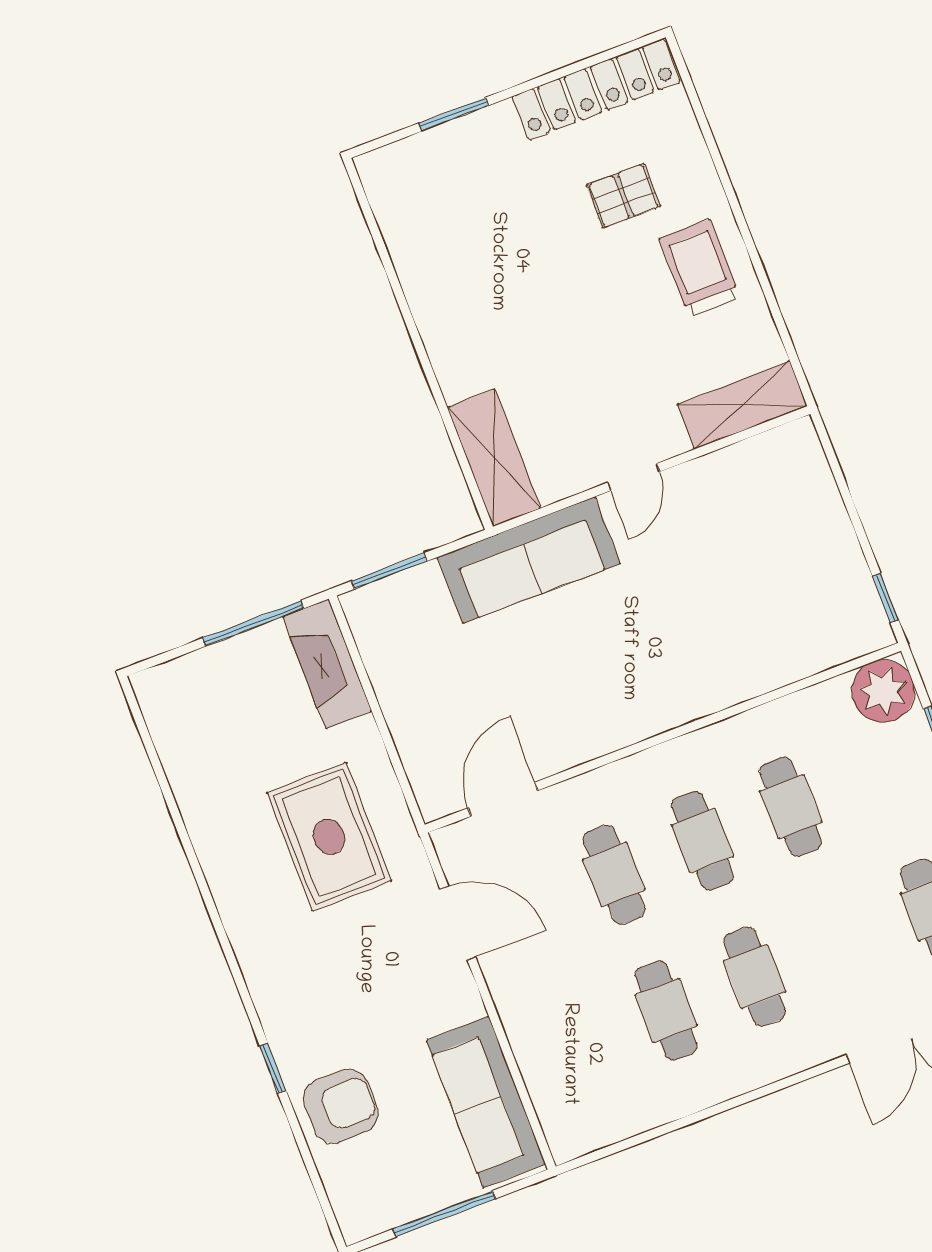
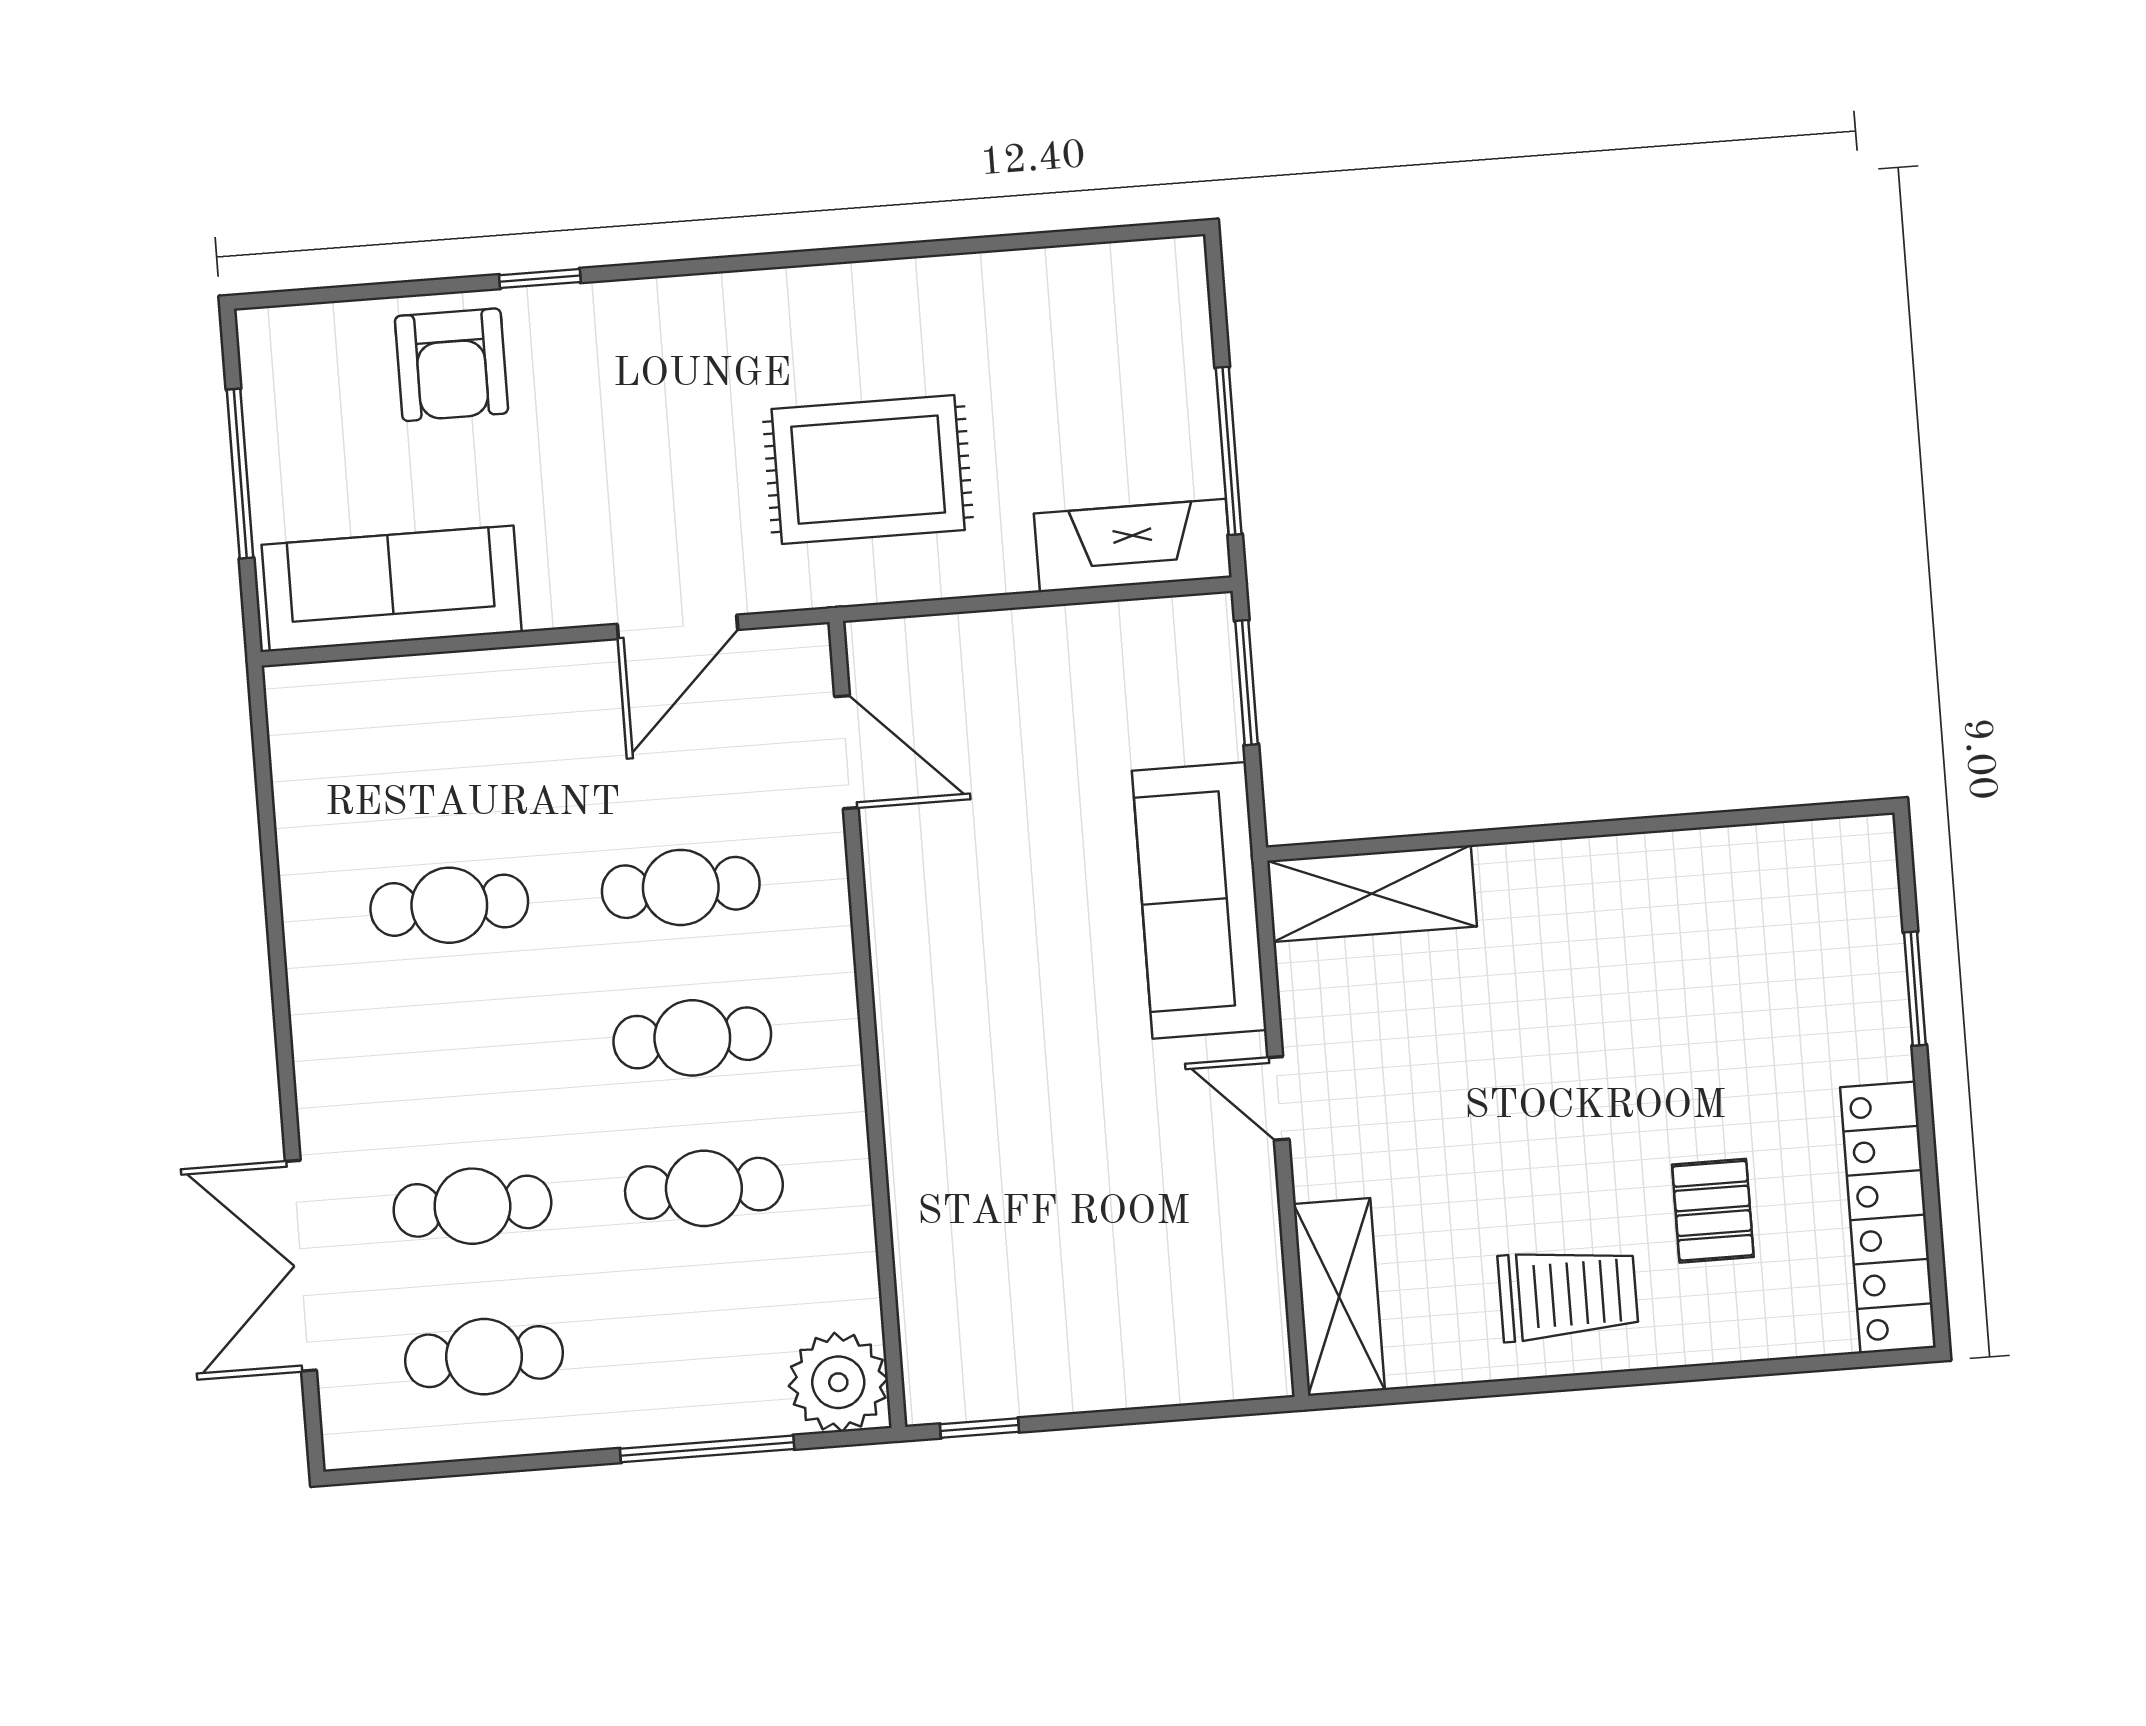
cafe table: (755, 977) -> (472, 1206), moved

